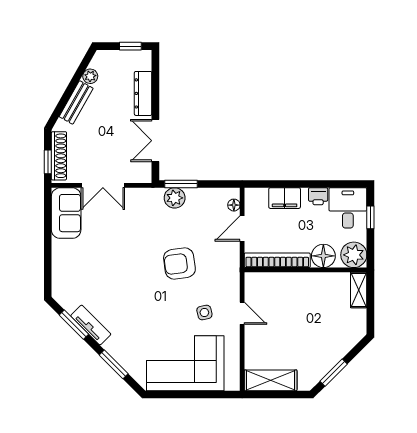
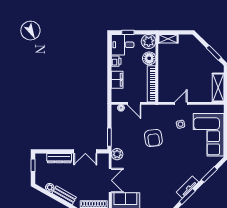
plant: (175, 198) -> (117, 154), moved

